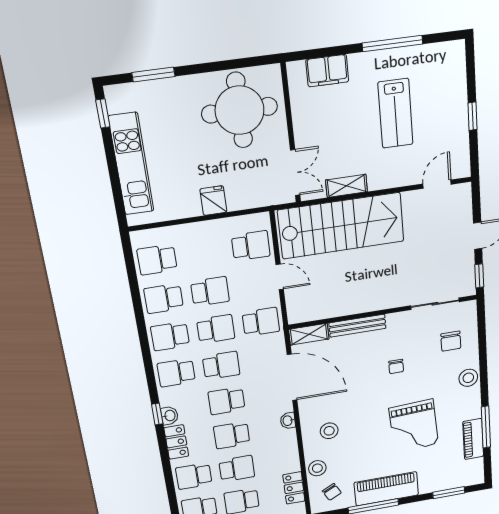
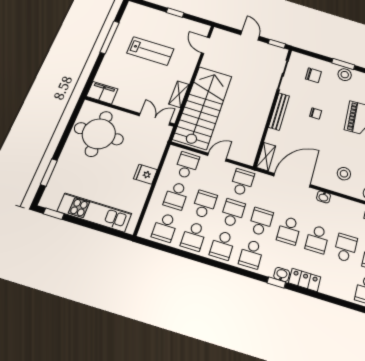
filing cabinet: (327, 71) -> (102, 93), moved, turned -90
bench: (357, 326) -> (279, 111), moved
window: (483, 370) -> (343, 64), added
school desk: (194, 476) -> (176, 196), moved

